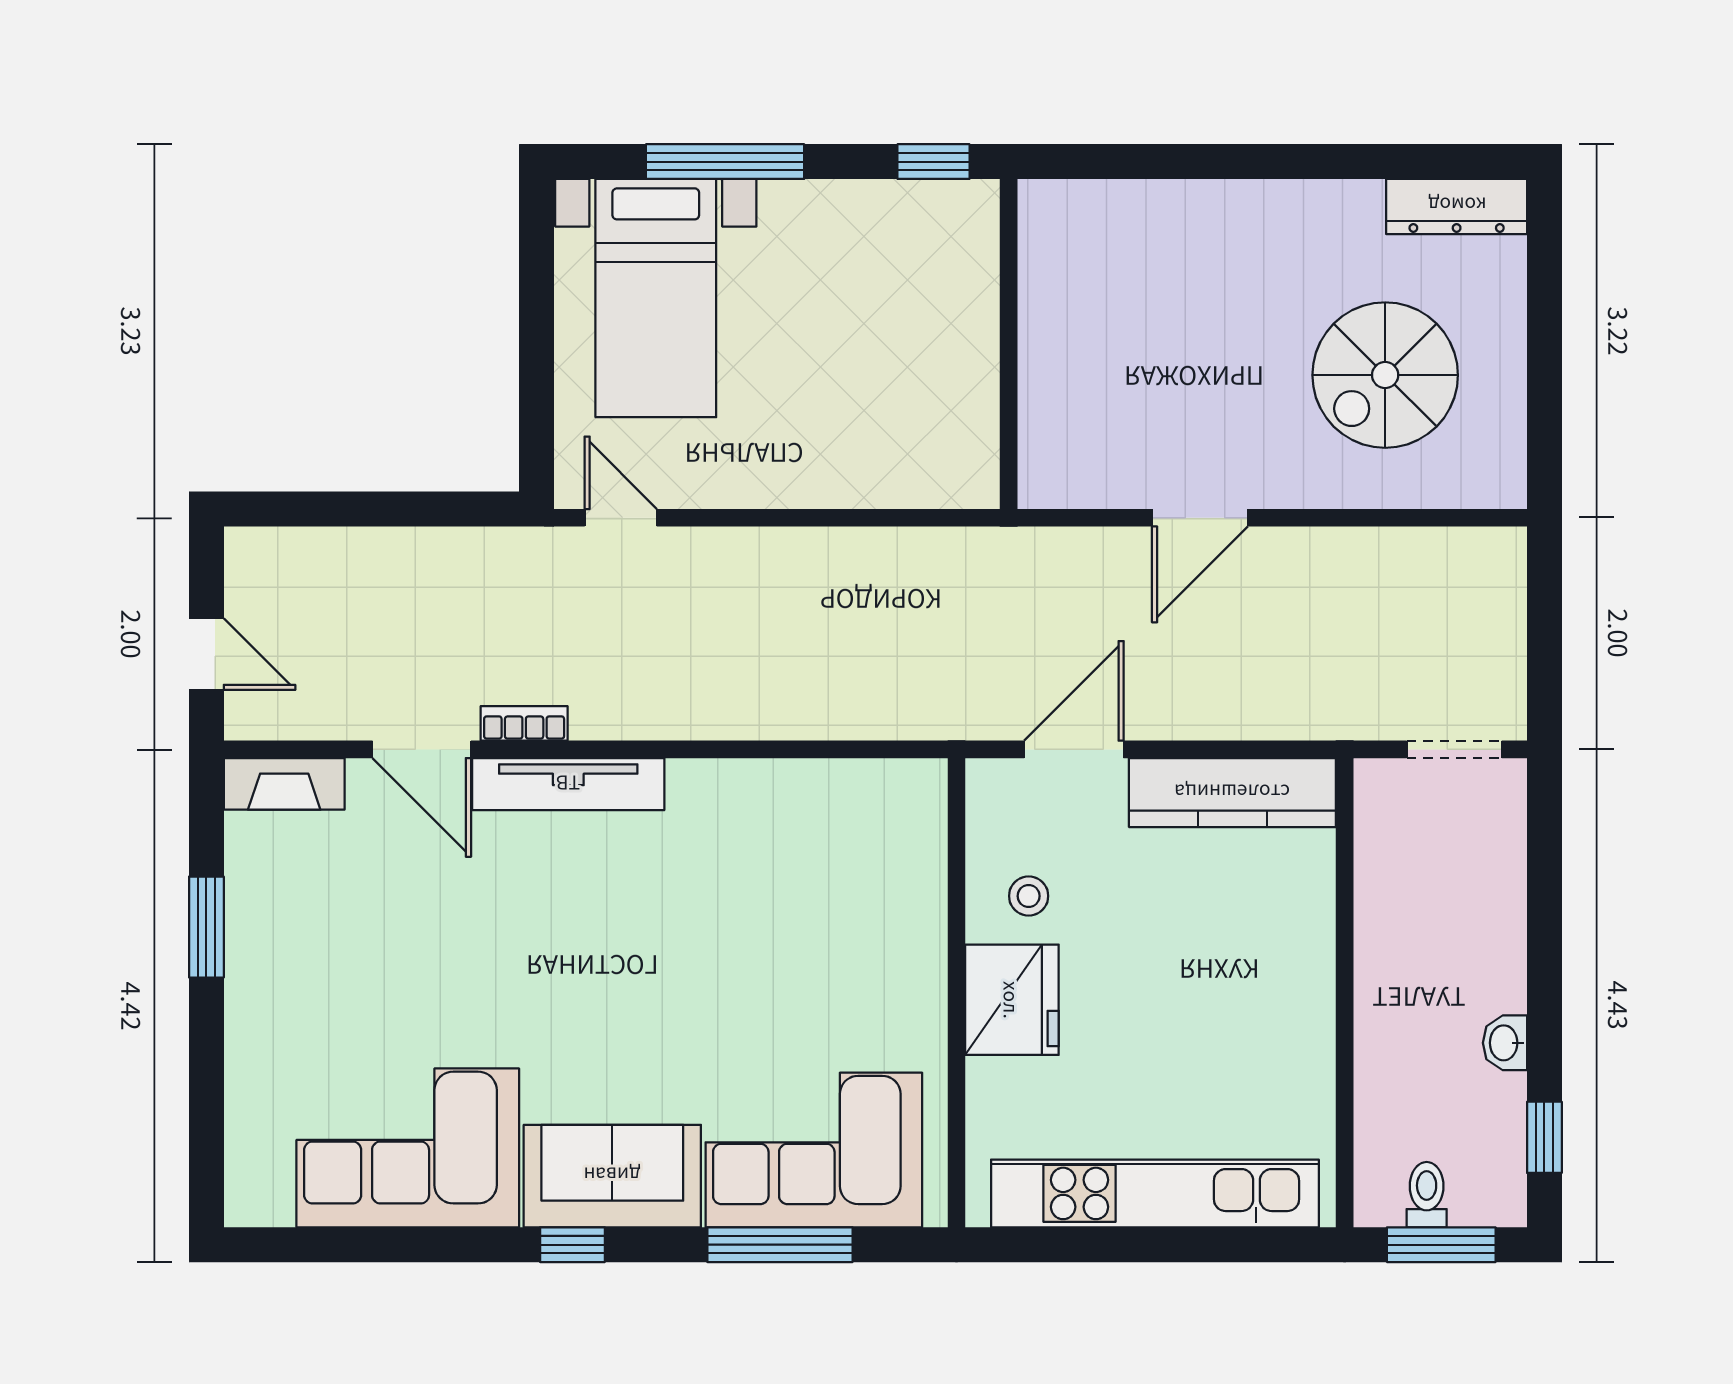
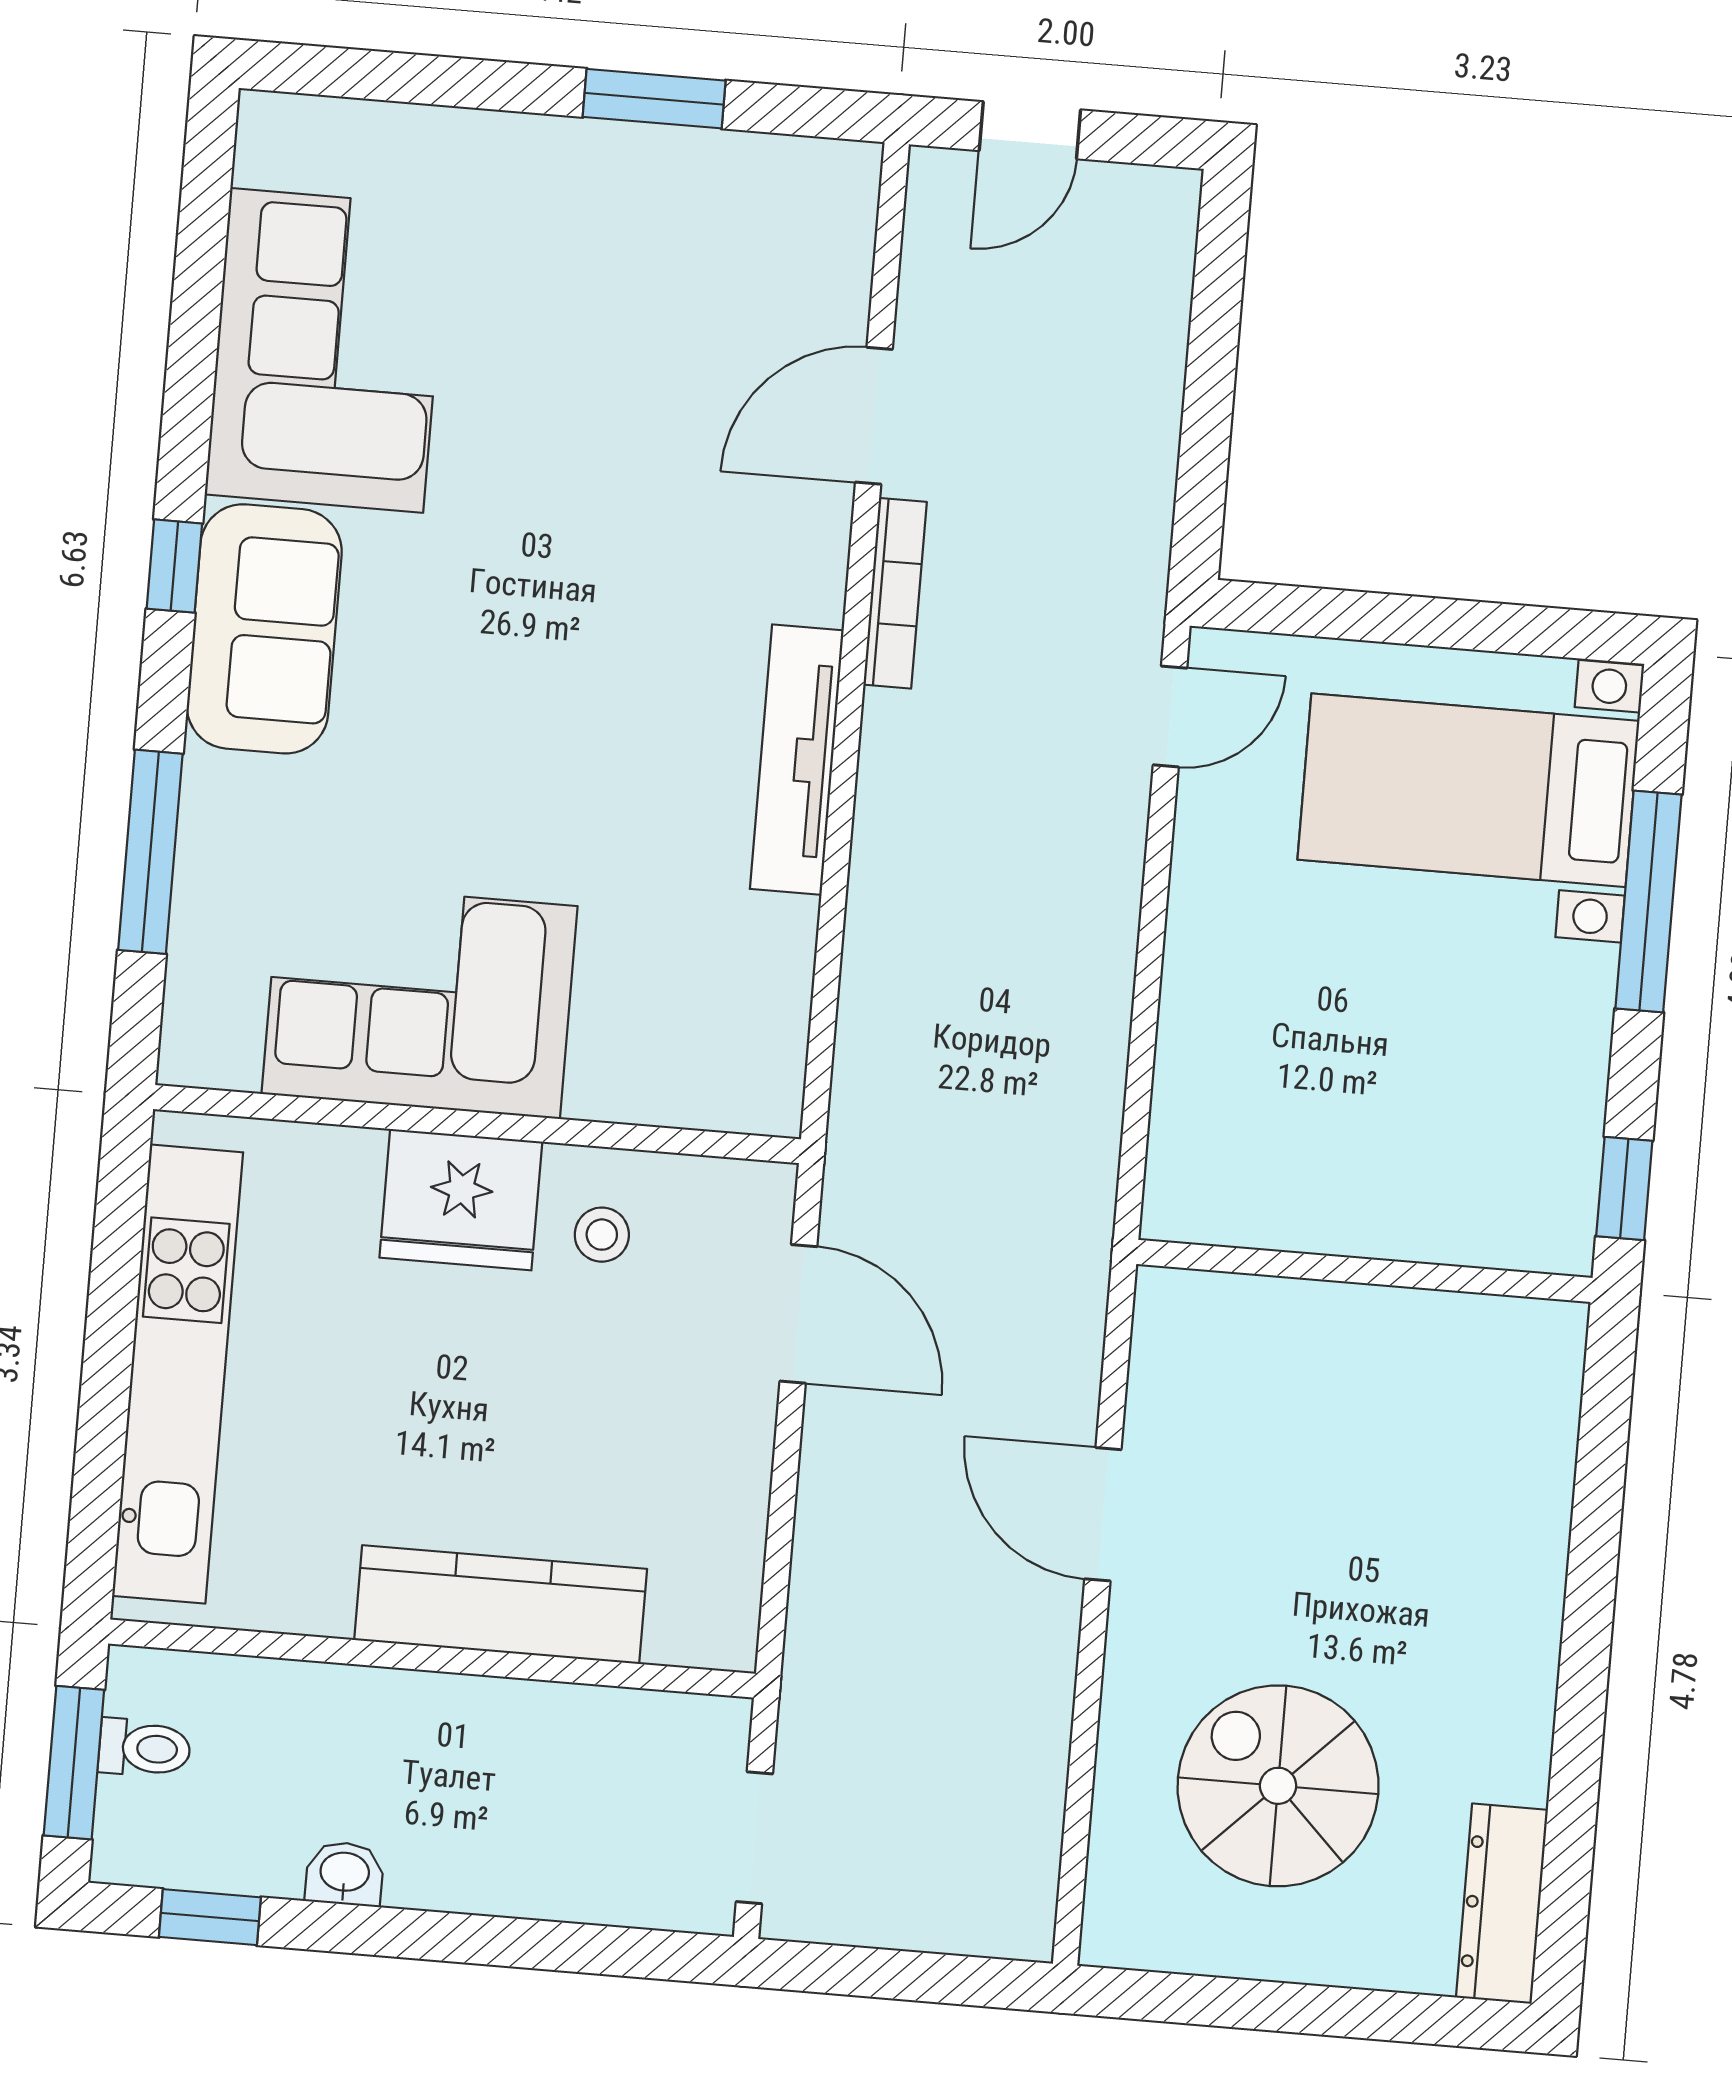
bookcase: (524, 723) -> (895, 593), width x1.56
fireplace: (284, 784) -> (842, 222), removed
tv unit: (568, 784) -> (797, 760), moved
kitchen counter: (1232, 793) -> (501, 1604), moved, turned 90
corner sofa: (814, 1150) -> (420, 1000), moved, turned -90

